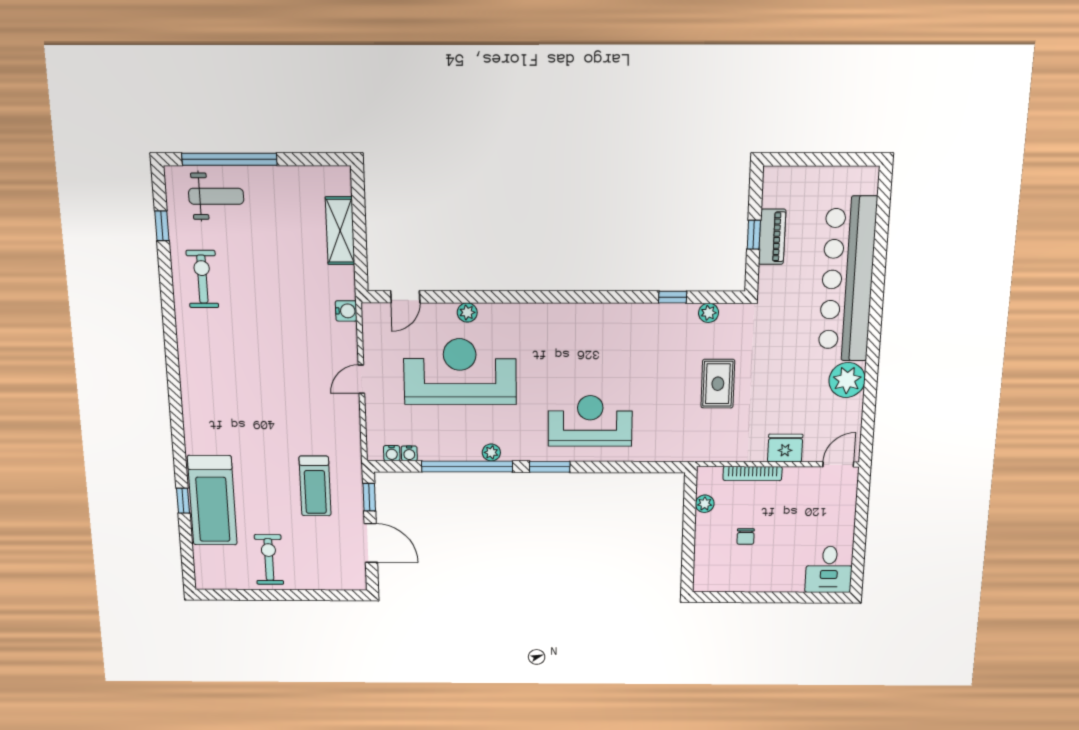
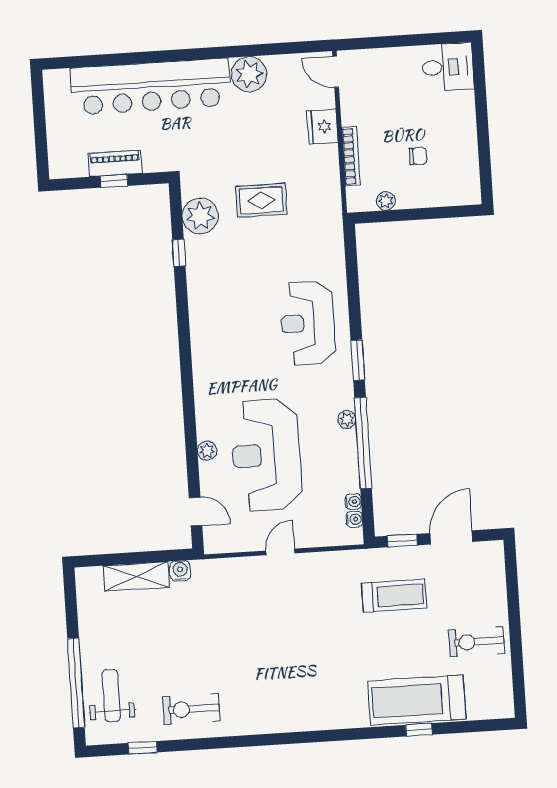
water cooler: (346, 311) -> (180, 571), moved
plant: (709, 313) -> (200, 216), width x1.87, depth x1.87
door: (361, 379) -> (280, 552), swing flipped
treadmill: (212, 500) -> (417, 700), turned 180

